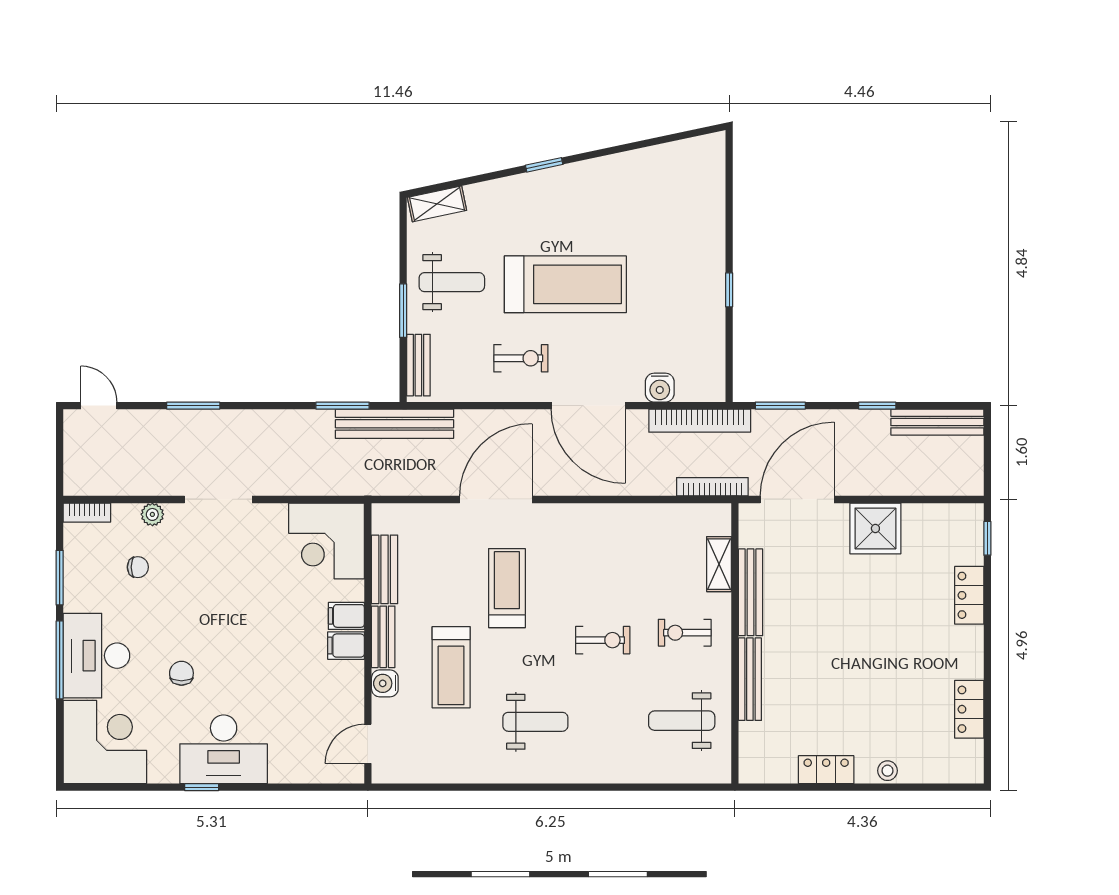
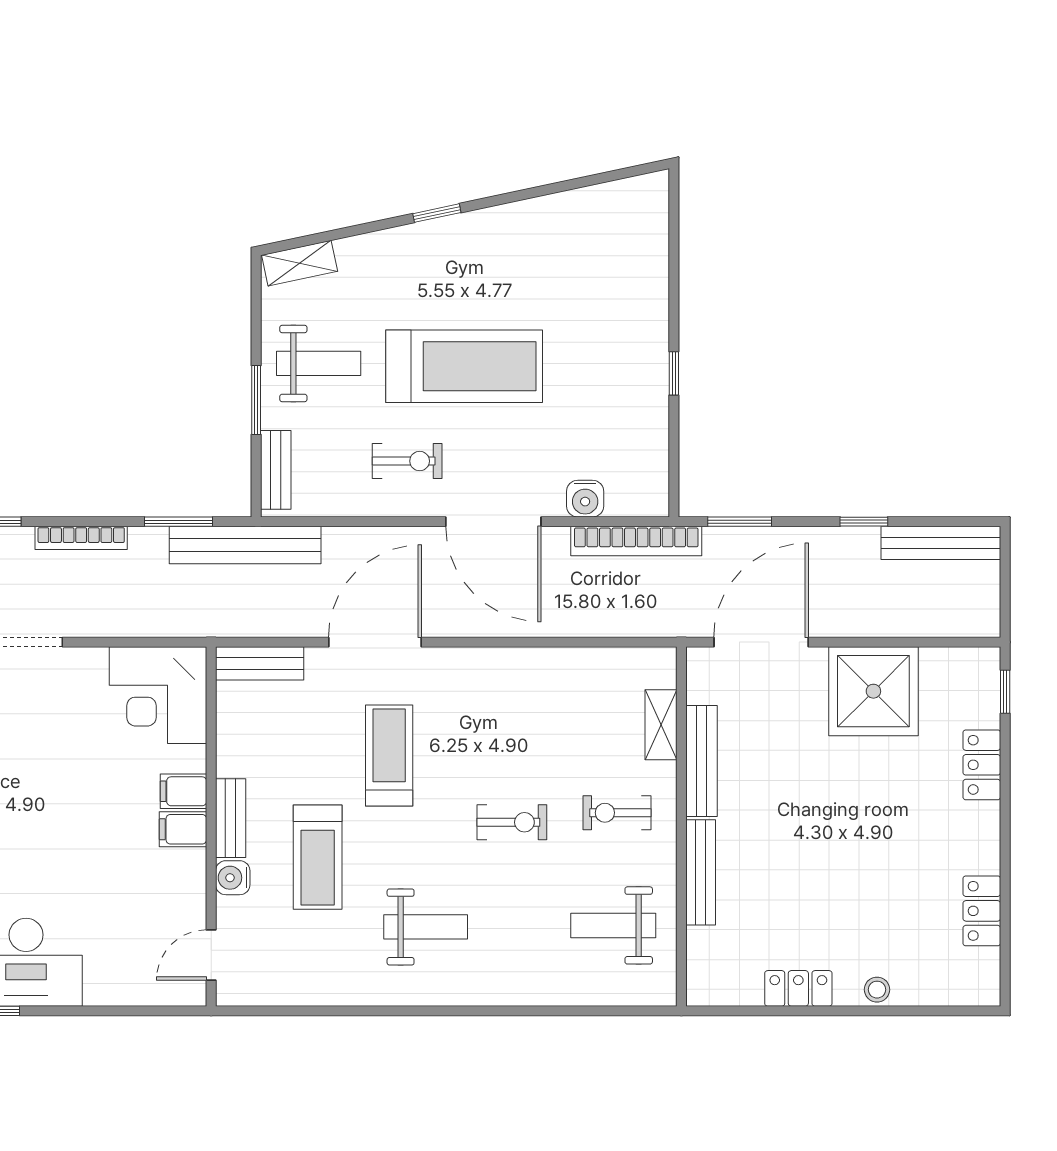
bookcase: (712, 487) -> (81, 538), moved, turned 180
shower: (875, 528) -> (873, 691), width x1.37, depth x1.37
bench: (385, 569) -> (260, 663), moved, turned 90

